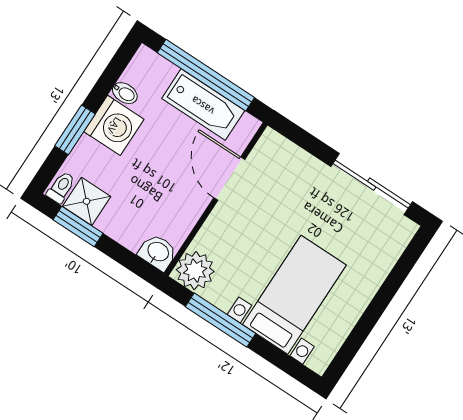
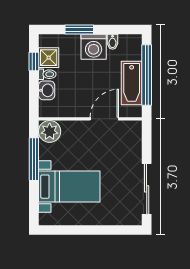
toilet: (61, 187) -> (47, 74), moved
window: (78, 226) -> (34, 61), width x0.67
washbasin: (158, 252) -> (47, 90), moved

